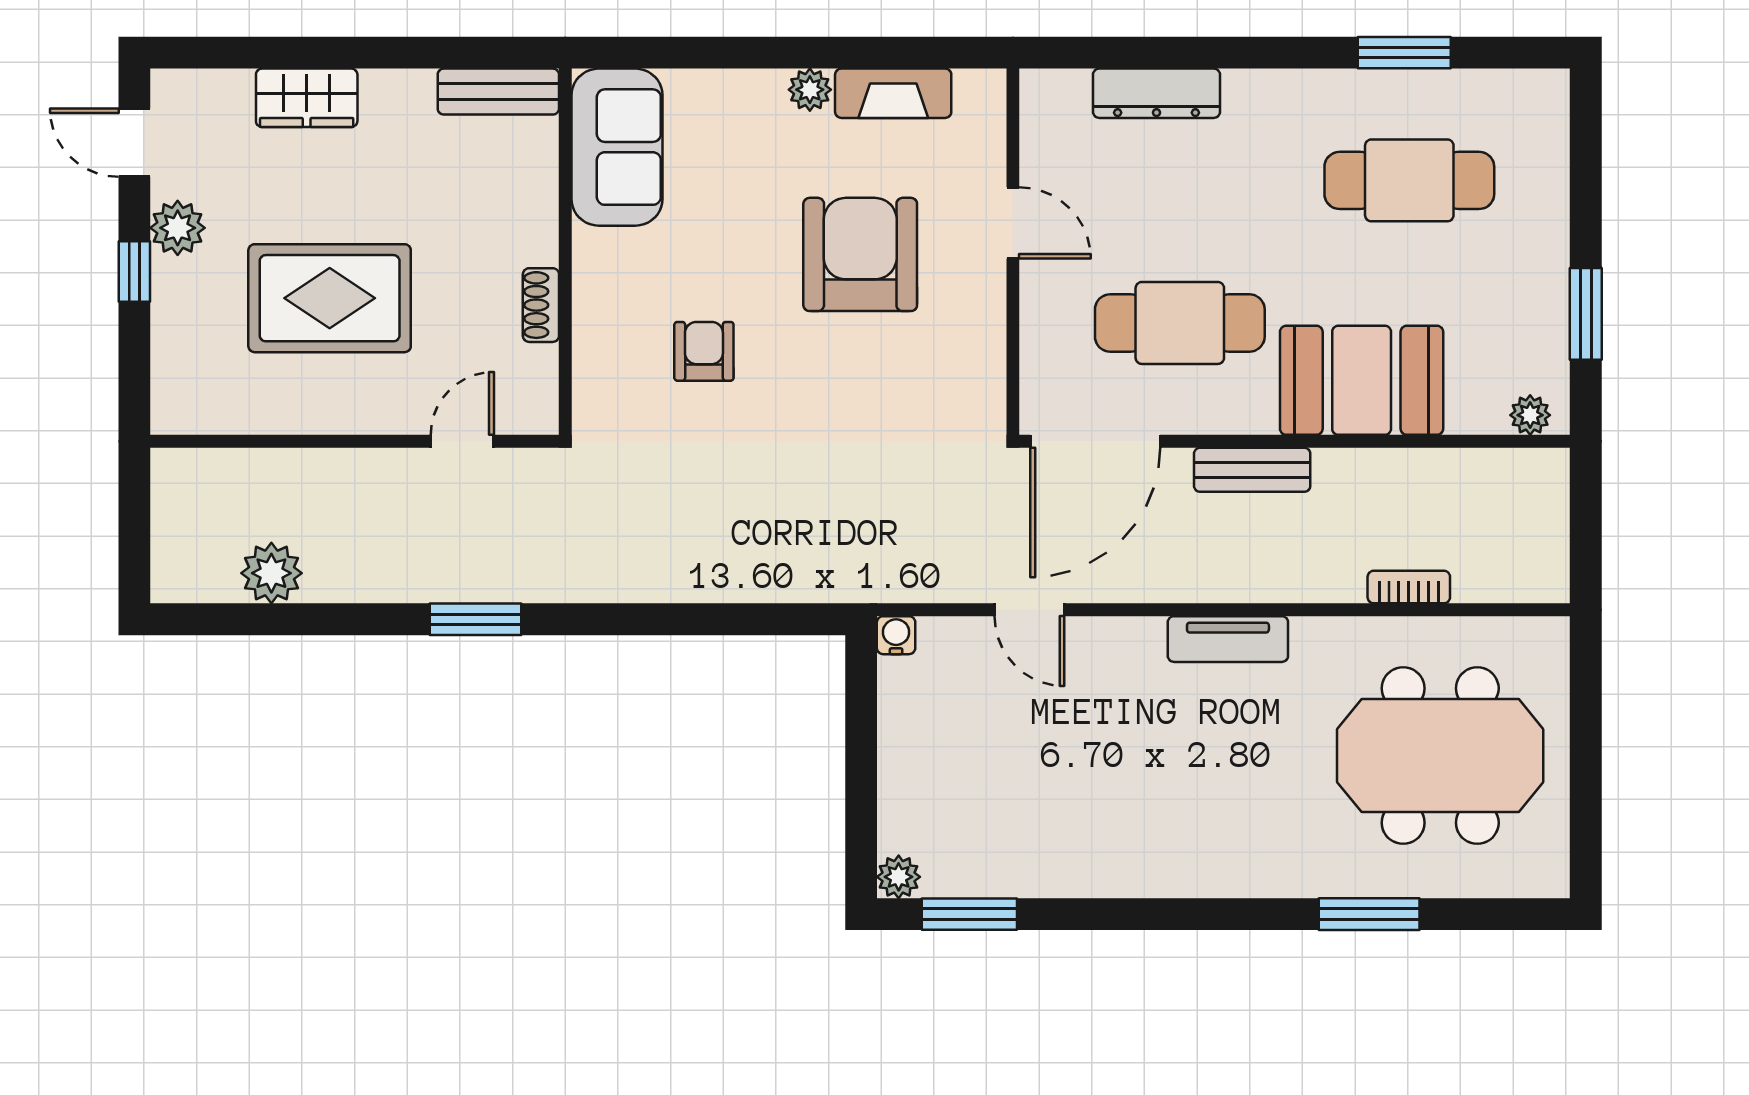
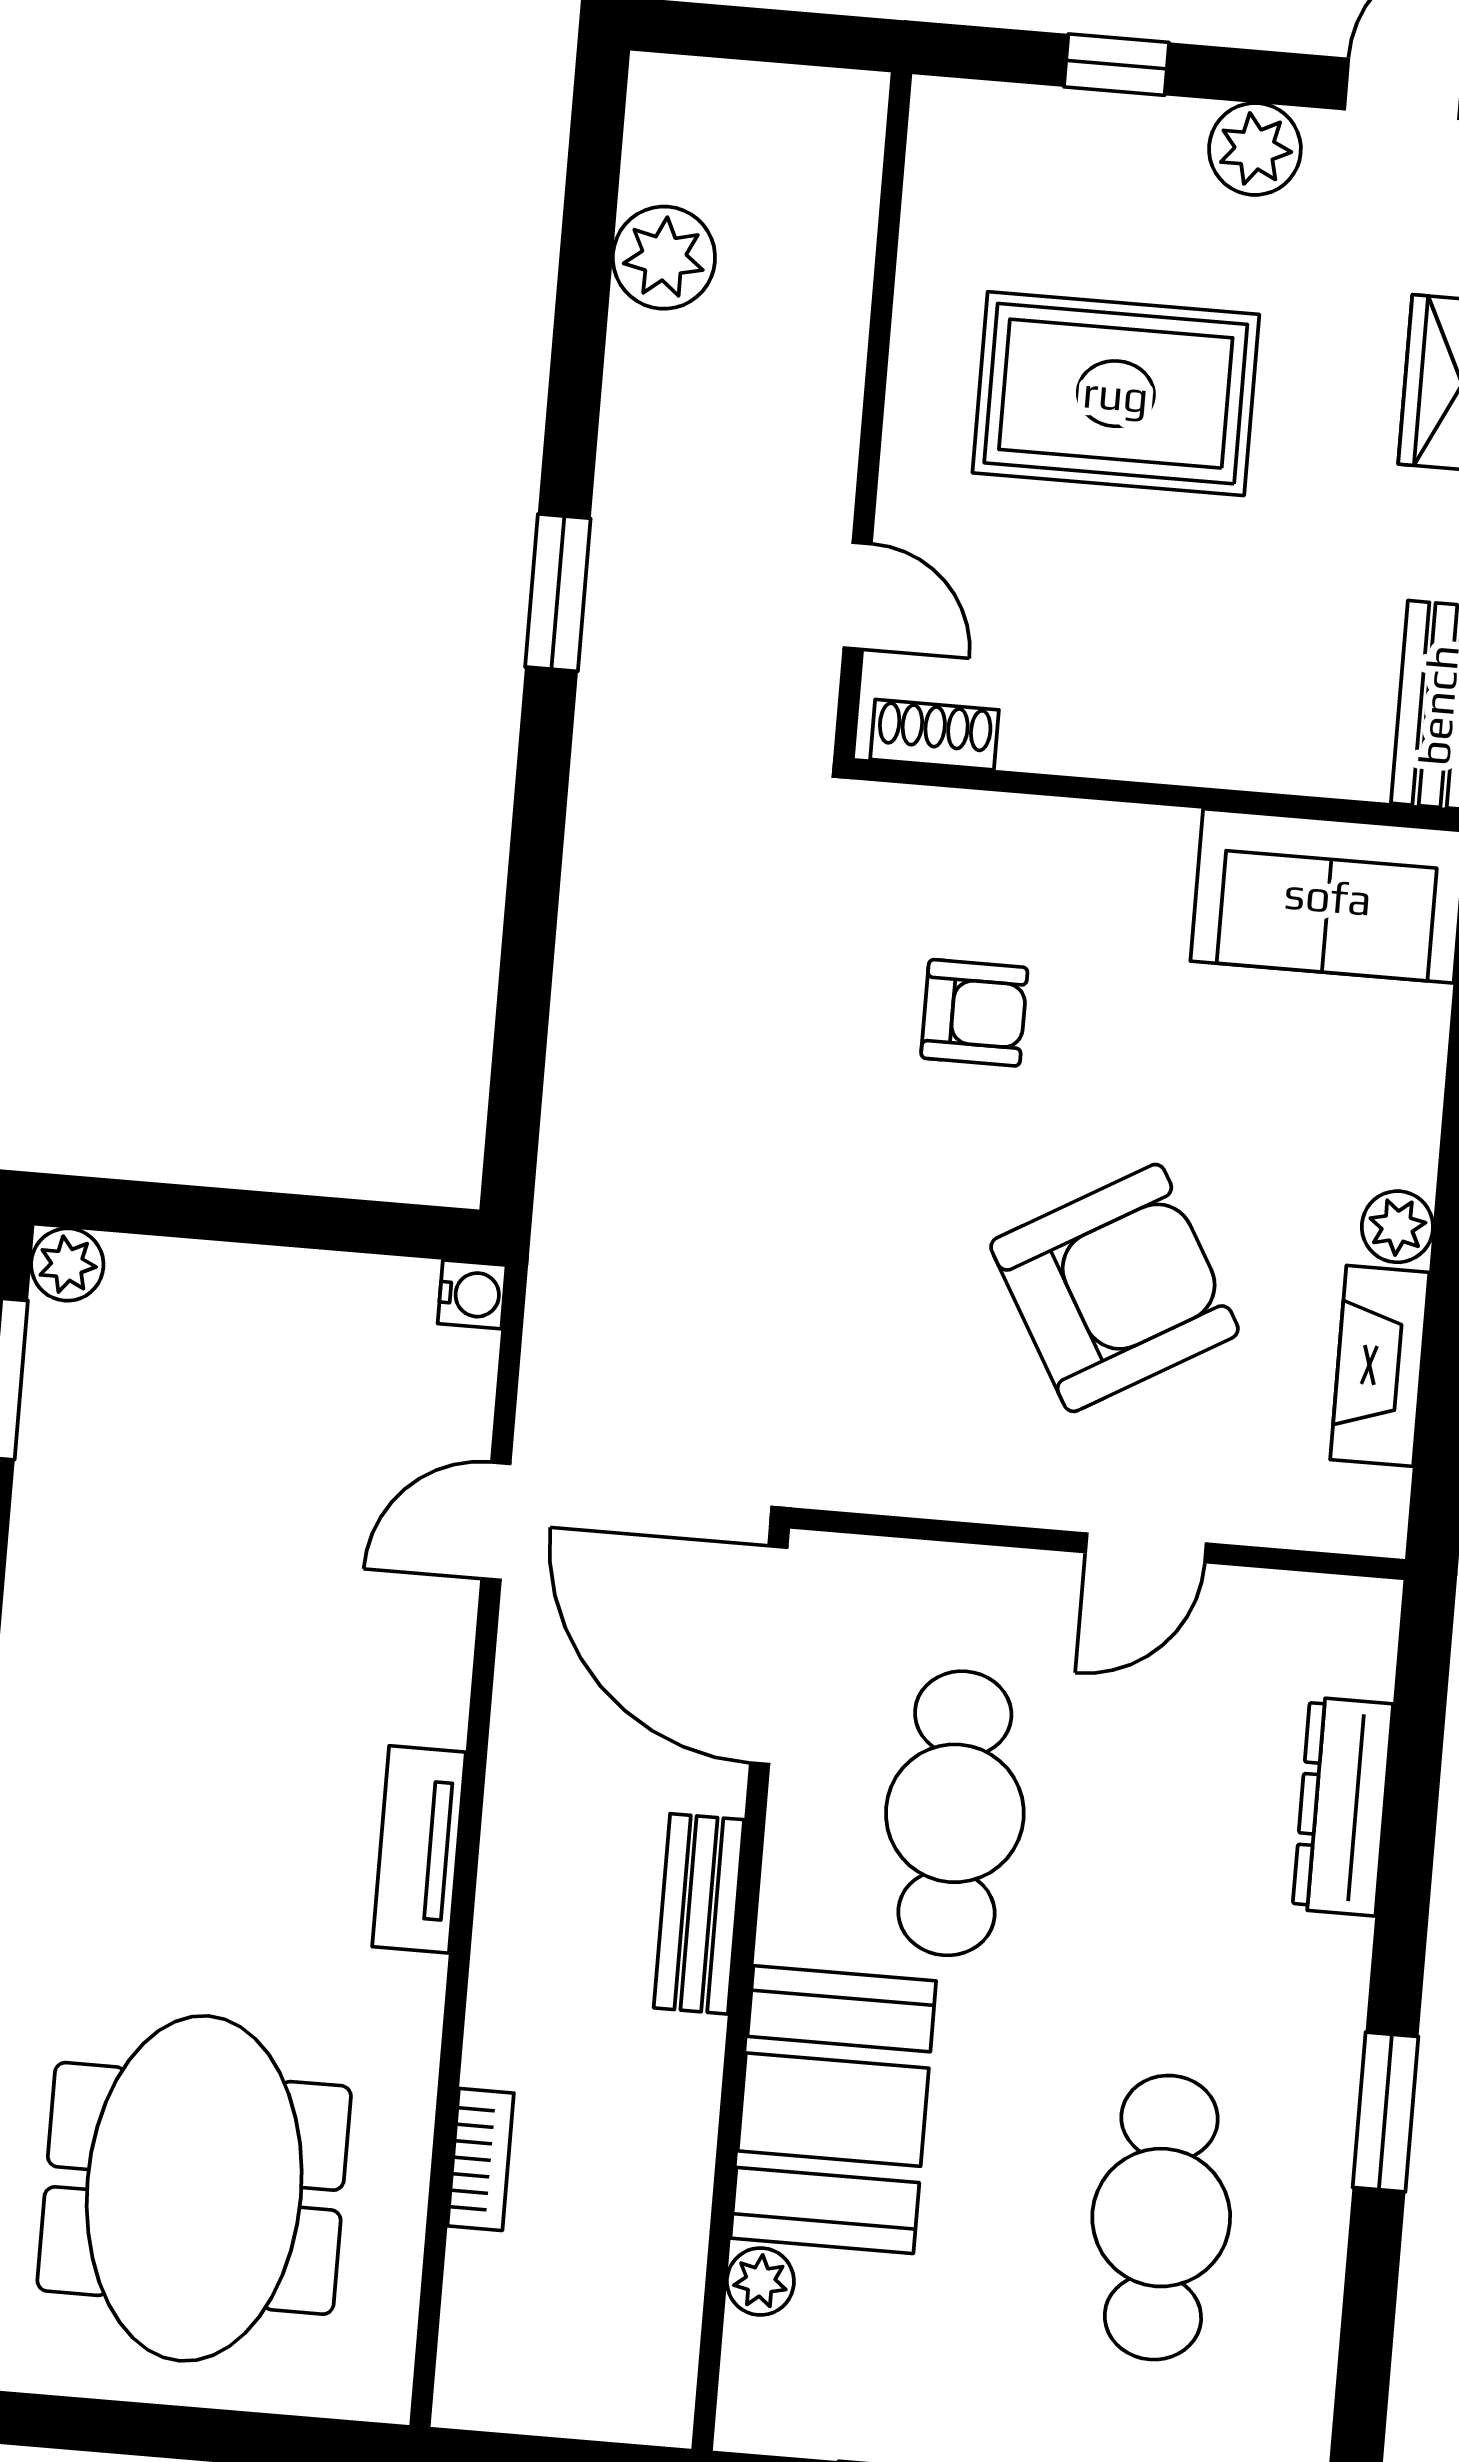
window: (1404, 53) -> (1385, 2112), moved
armchair: (860, 254) -> (1114, 1288), turned -30
window: (134, 272) -> (1117, 65), moved
rug: (330, 298) -> (1116, 394), turned 90
shoe rack: (541, 305) -> (935, 735), moved
plant: (1530, 415) -> (760, 2281), moved

